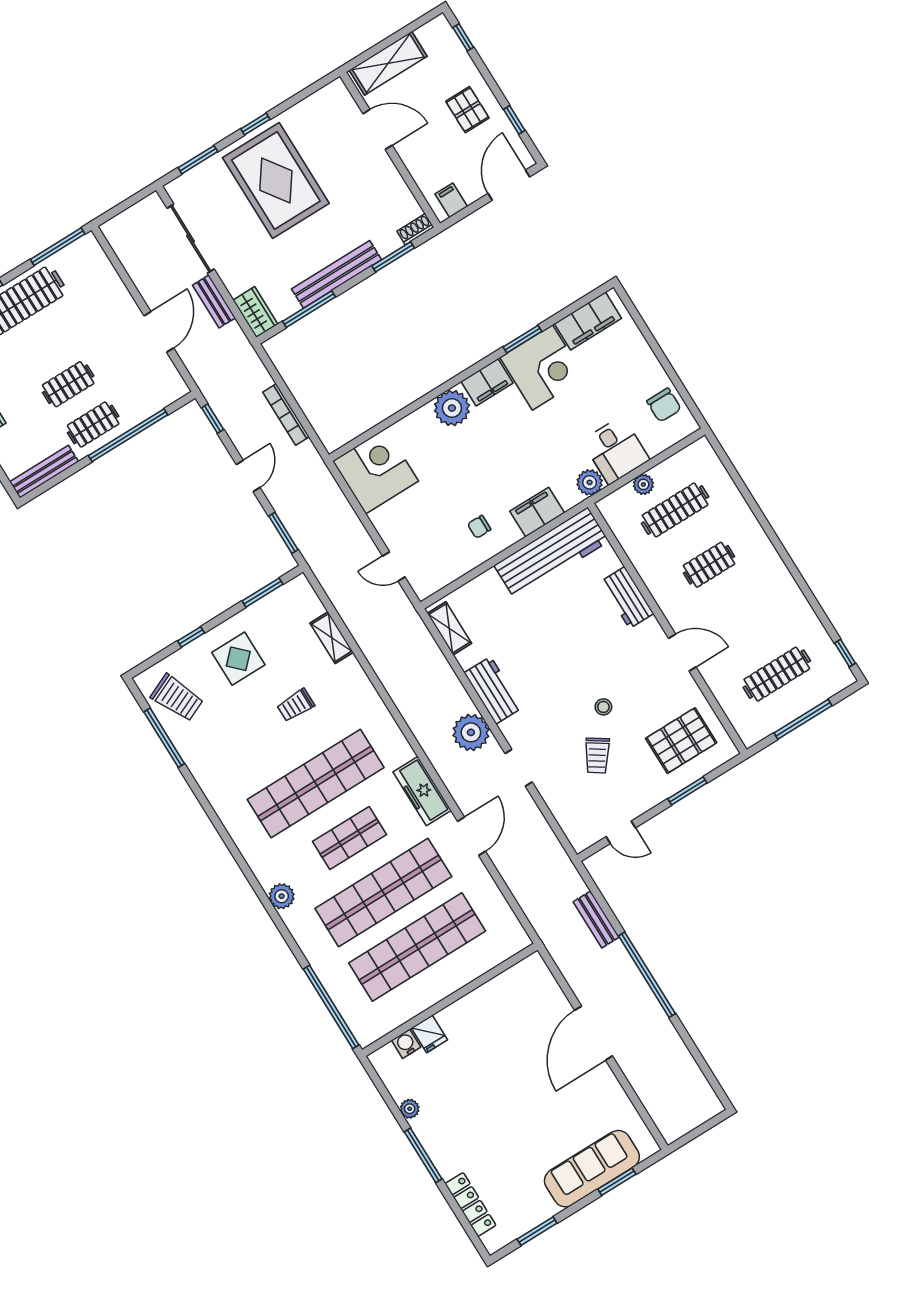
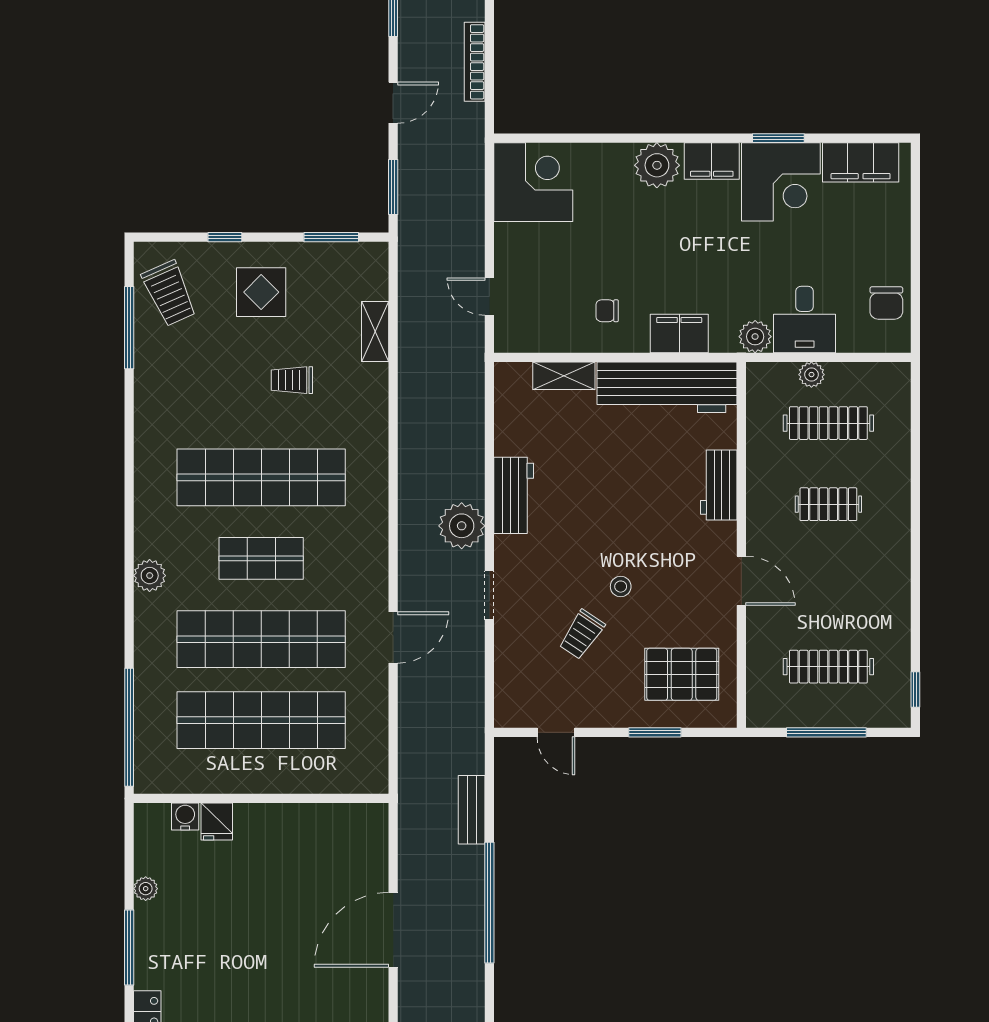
shelving: (449, 628) -> (564, 376), moved, turned 90
freezer: (422, 791) -> (370, 556), removed

